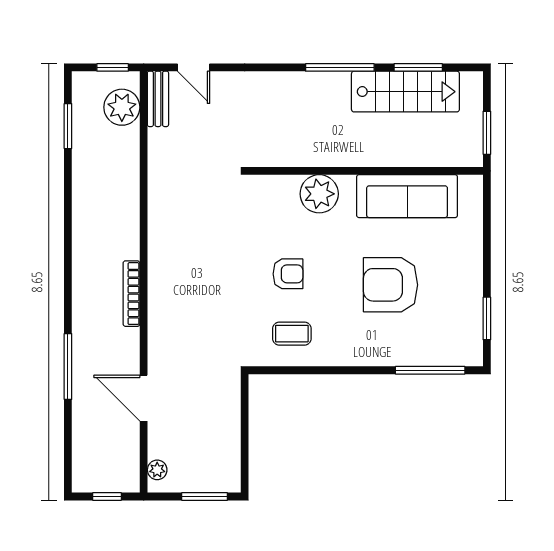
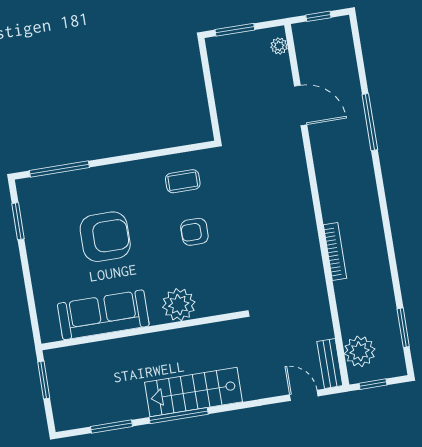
stairs: (405, 92) -> (193, 392), moved
bookcase: (131, 294) -> (335, 252), moved

